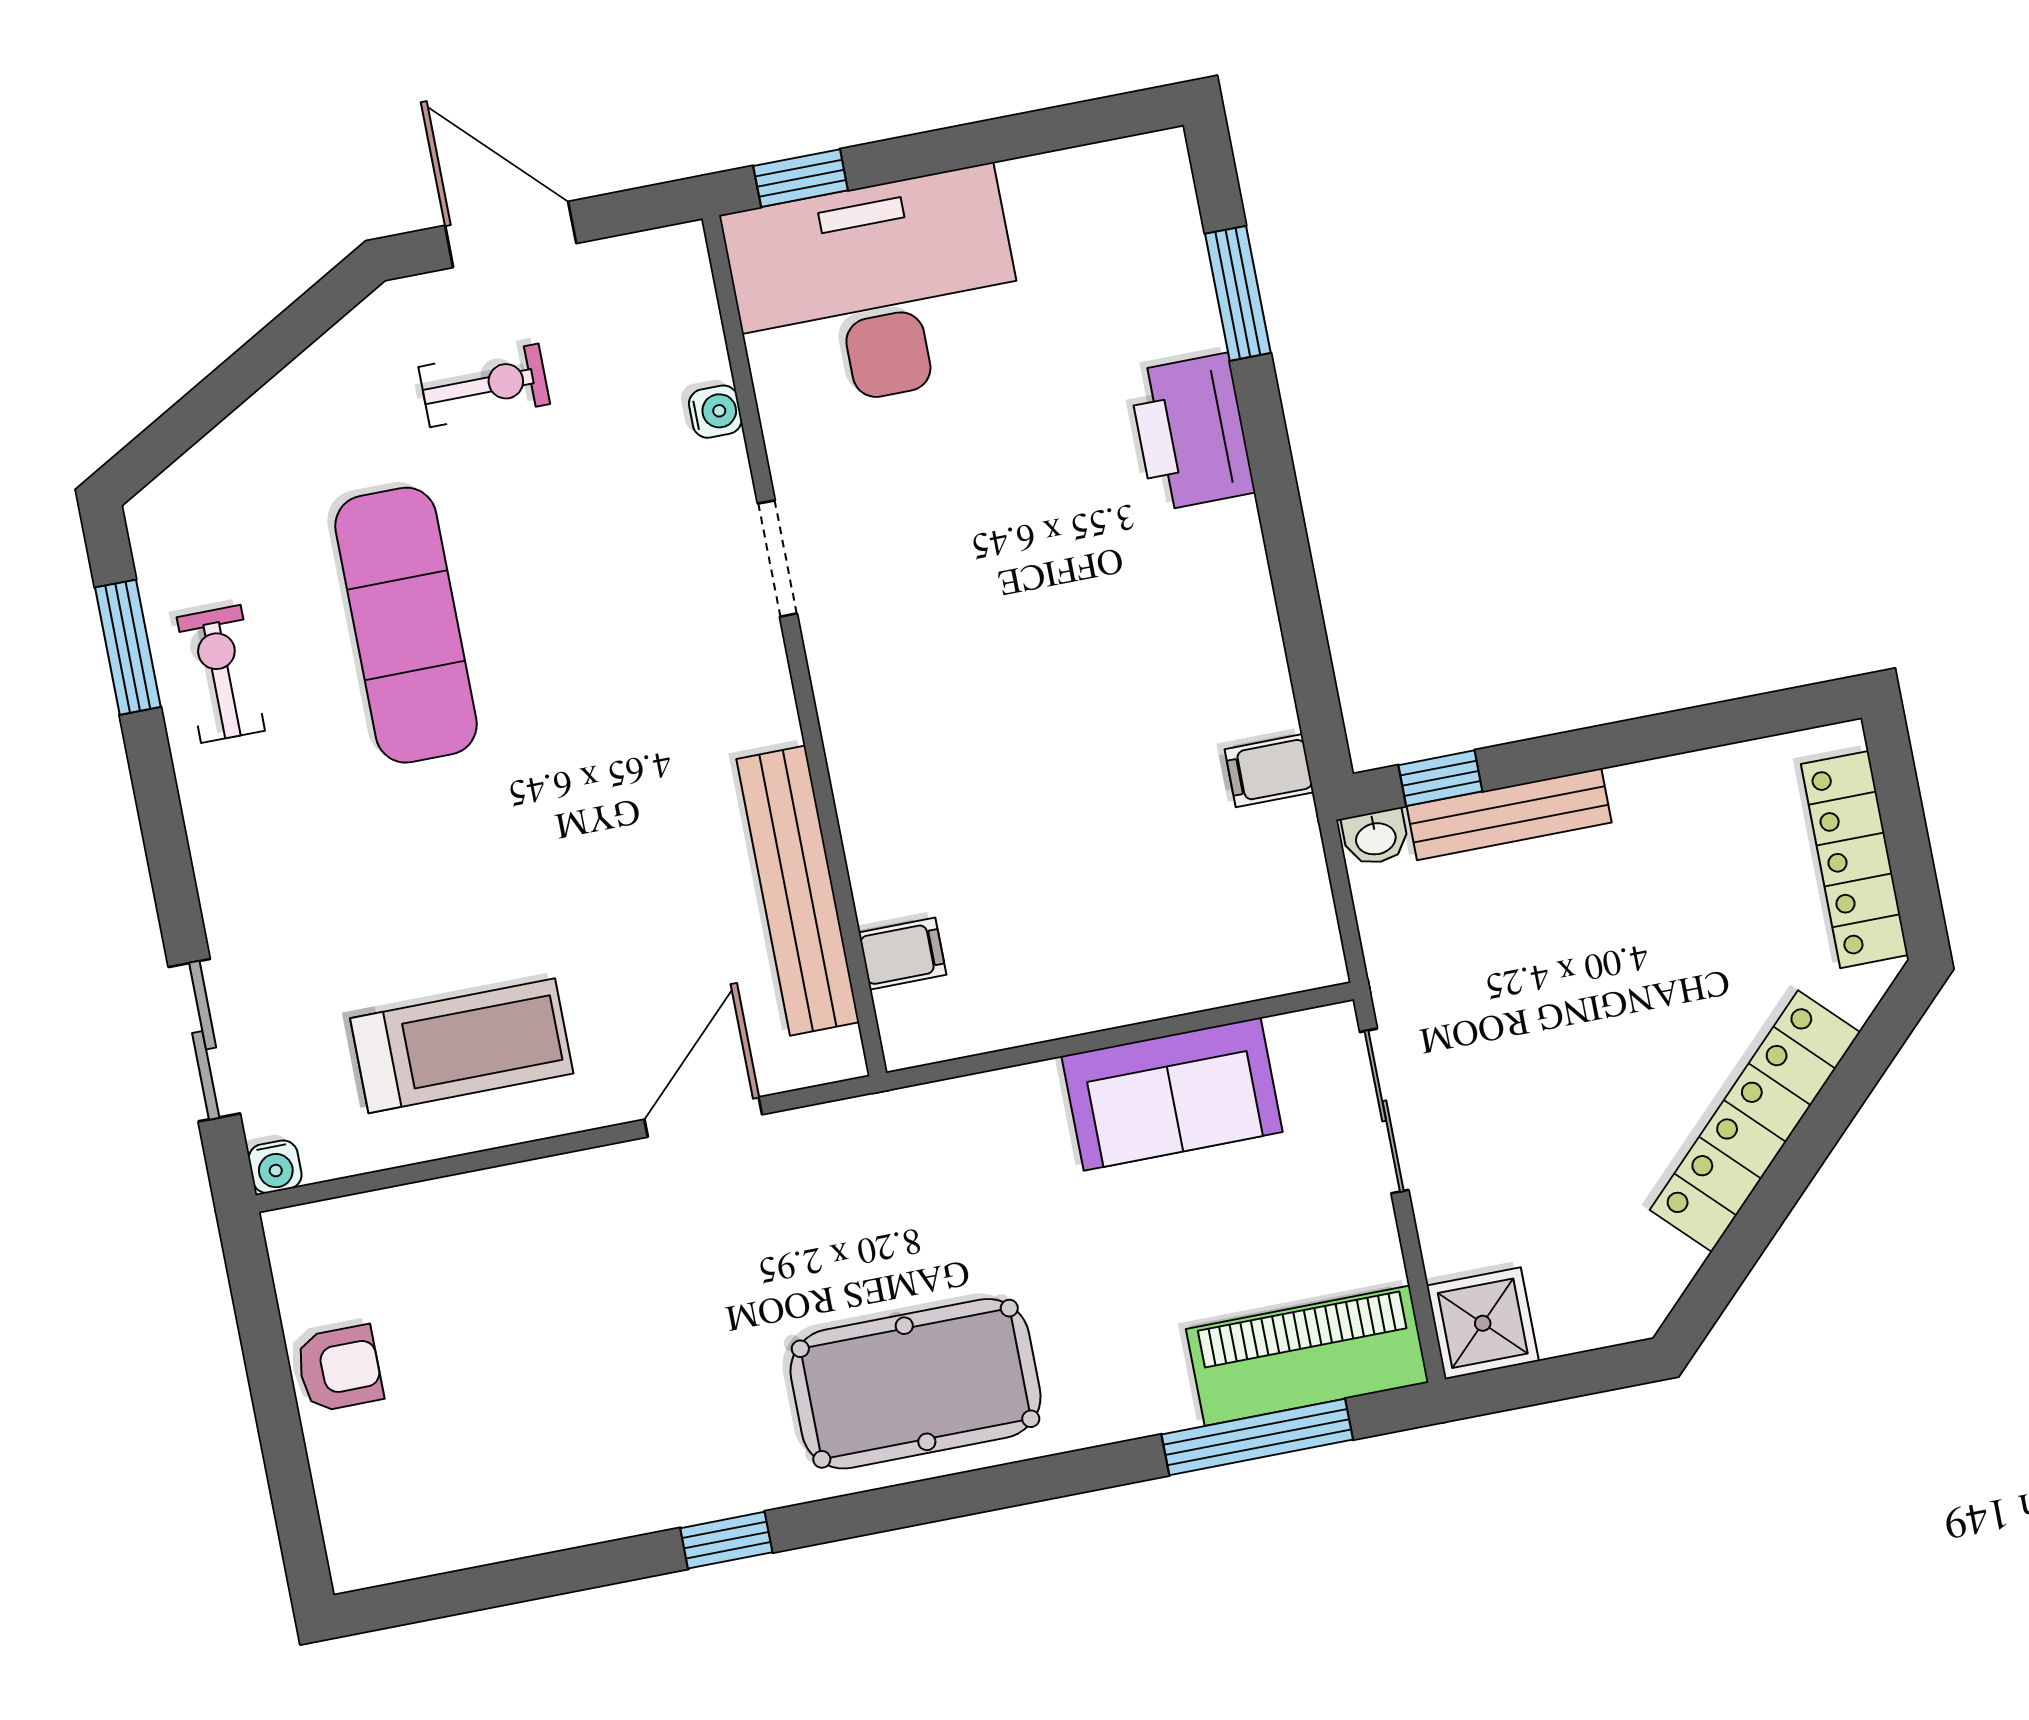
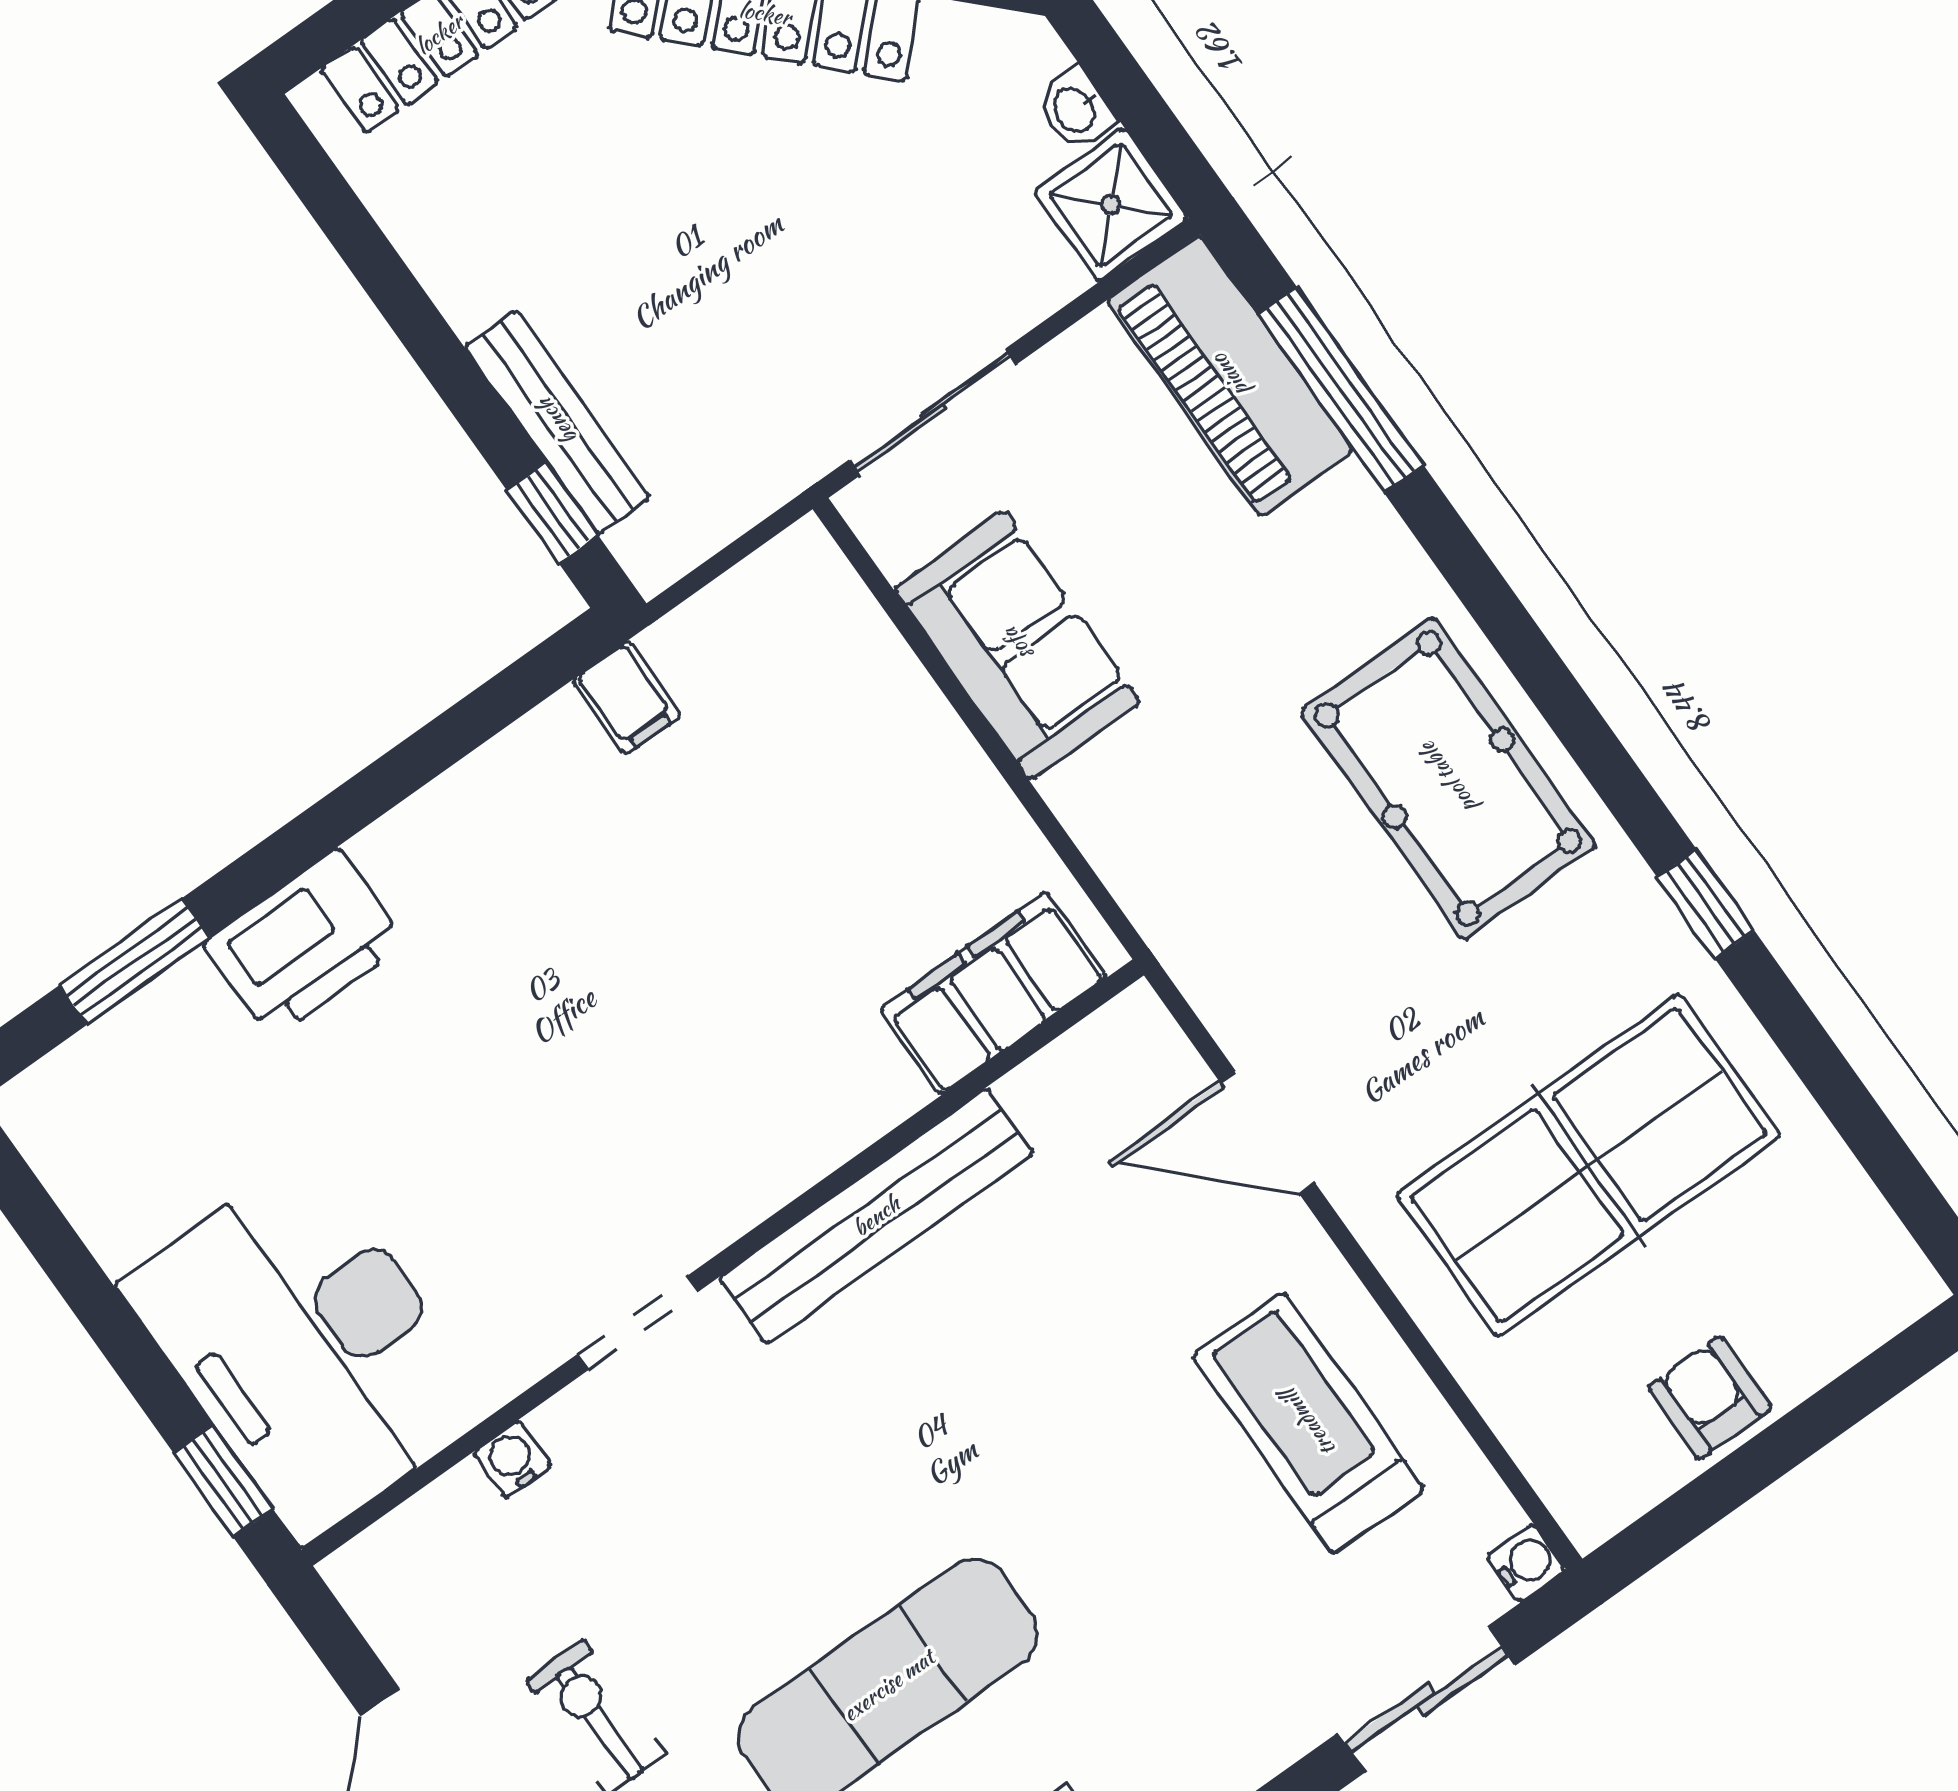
washbasin: (1376, 837) -> (1076, 109), moved, turned 180
bench: (798, 891) -> (876, 1216), moved
filing cabinet: (902, 954) -> (993, 993), width x3.00, depth x1.17
table tennis table: (564, 1356) -> (1588, 1165), added

